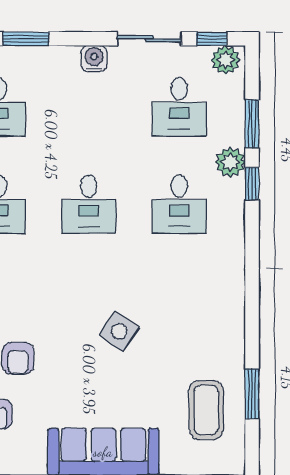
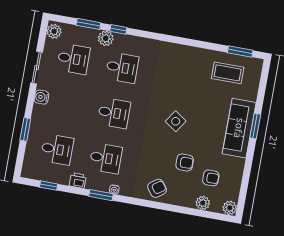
window: (212, 39) -> (42, 36), removed
side table: (119, 331) -> (176, 121), moved
window: (252, 394) -> (240, 52), moved

